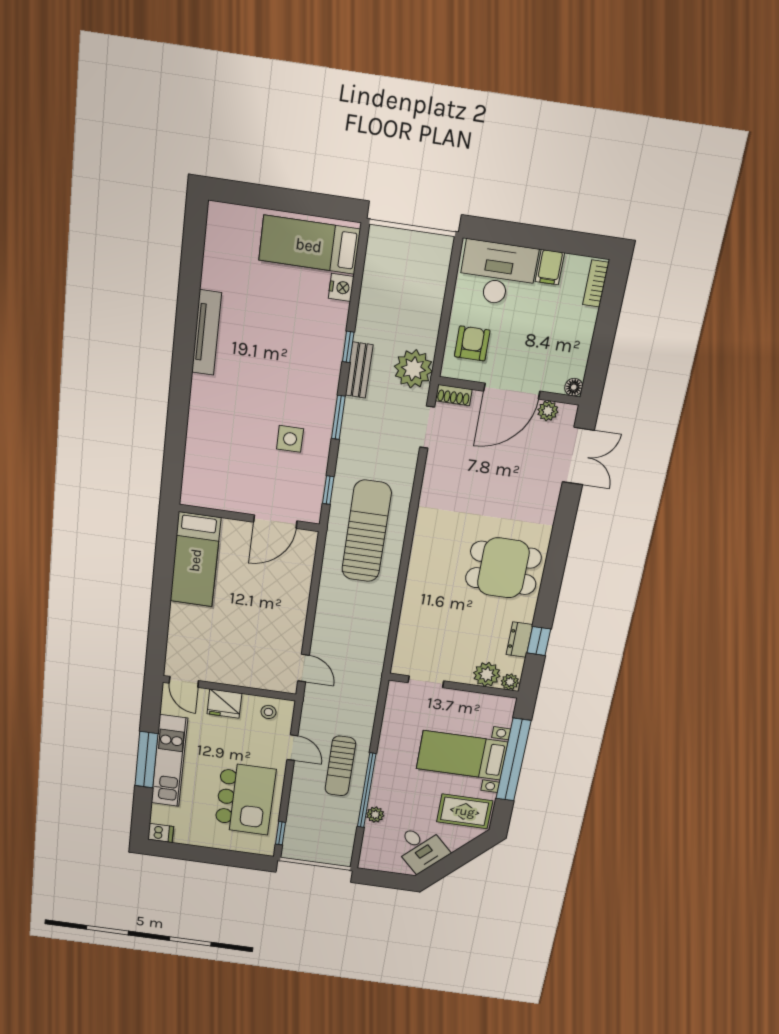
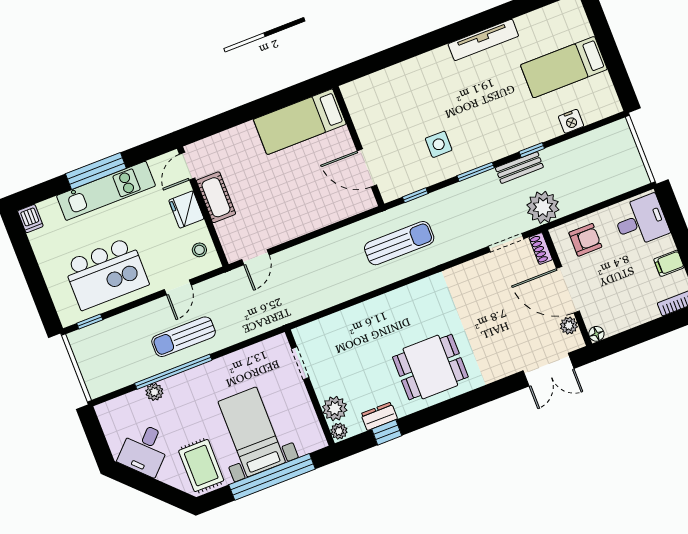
bed: (309, 245) -> (564, 67), moved, turned -90
desk: (498, 273) -> (641, 221), width x0.73
sun lounger: (366, 531) -> (399, 243), width x0.73, depth x0.75
dining table: (503, 568) -> (430, 367), turned 90
cot: (227, 672) -> (216, 197), added

